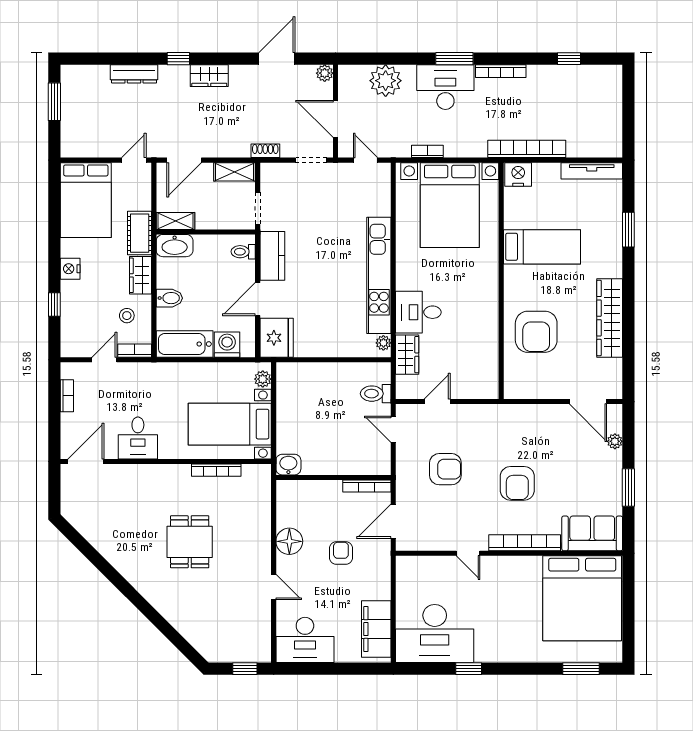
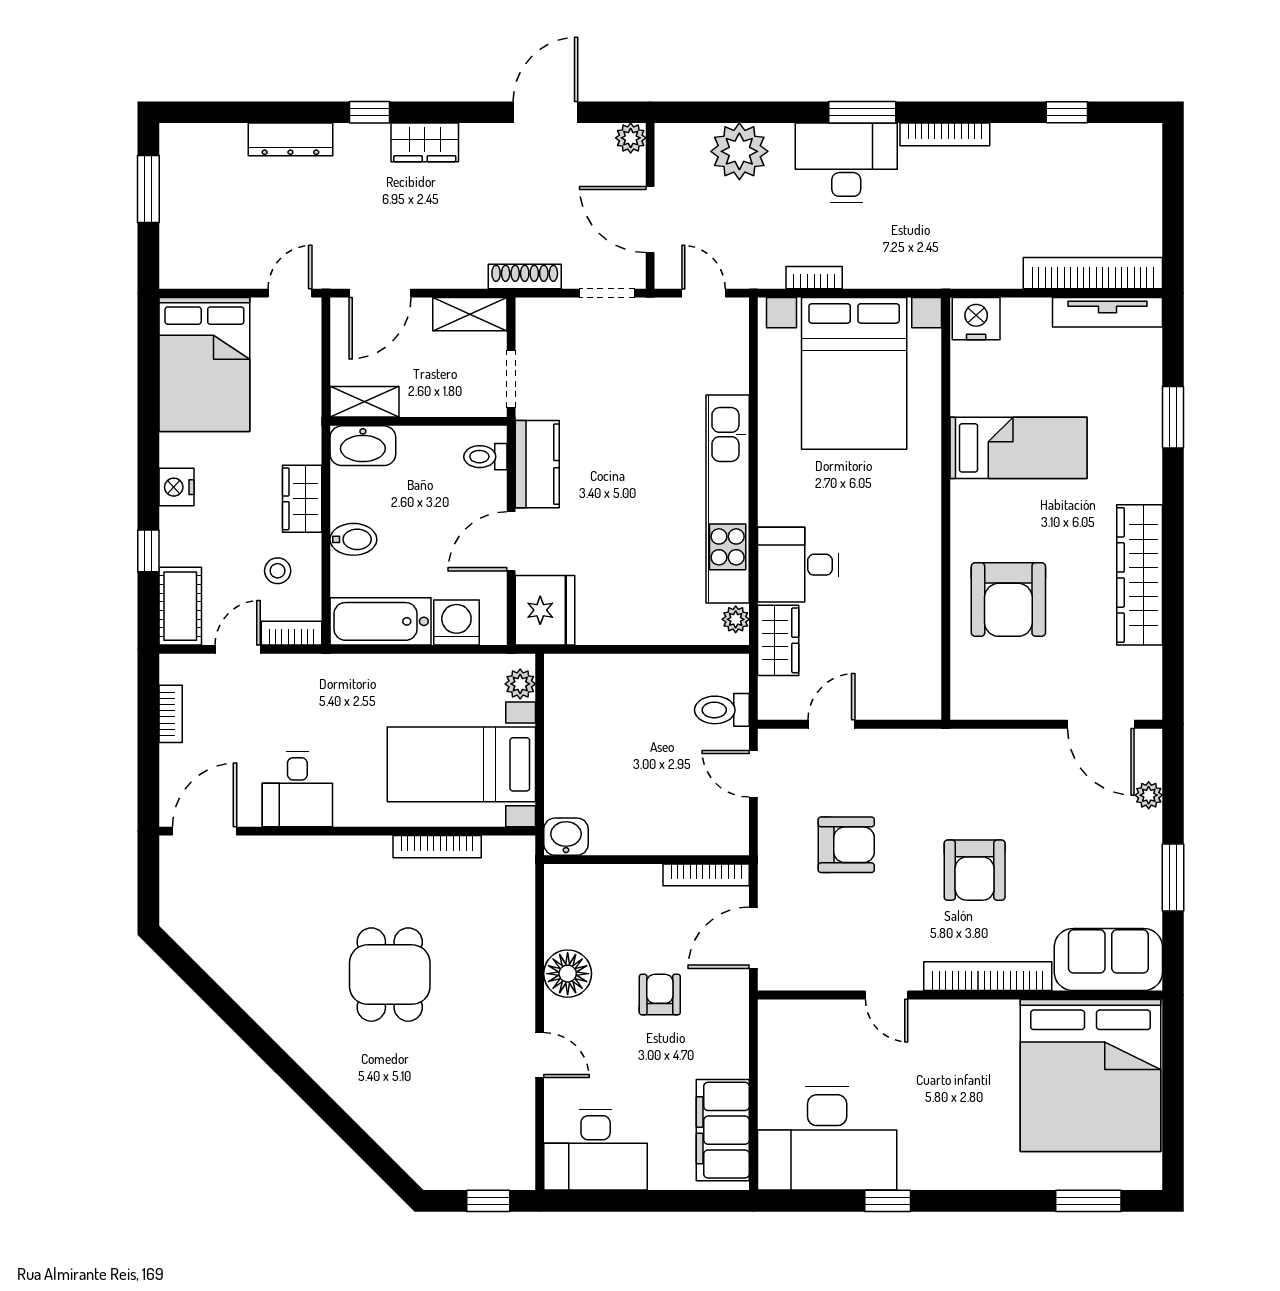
bookcase: (527, 149) -> (1093, 273), moved
shoe rack: (265, 151) -> (525, 277), width x1.43
cot: (140, 233) -> (180, 606), moved

